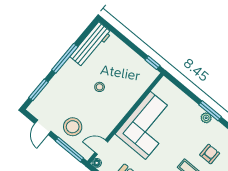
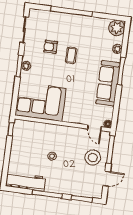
corner sofa: (148, 125) -> (41, 102), moved

